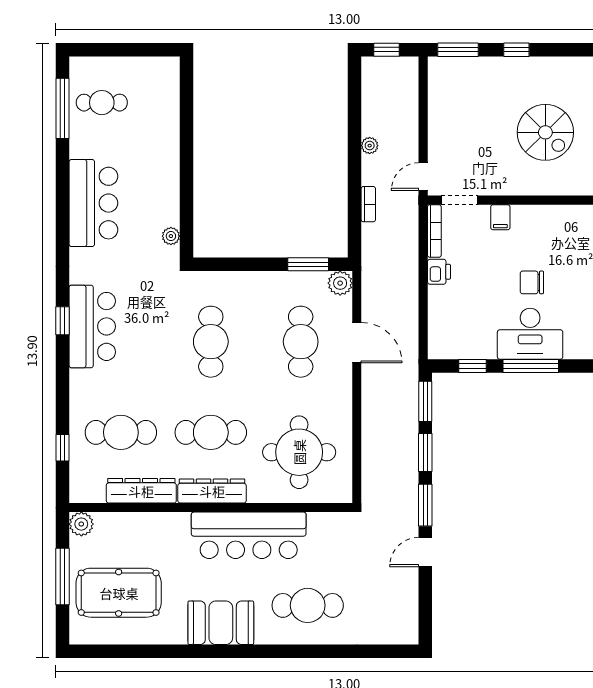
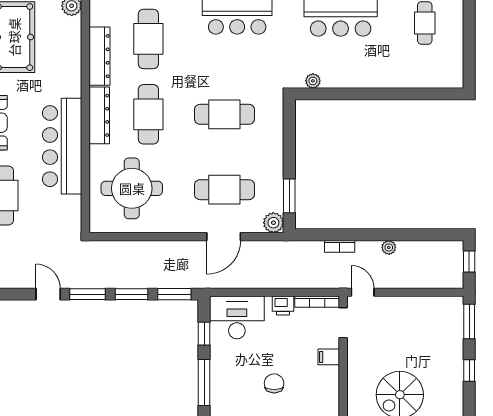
desk: (530, 334) -> (237, 317), moved, turned 90

